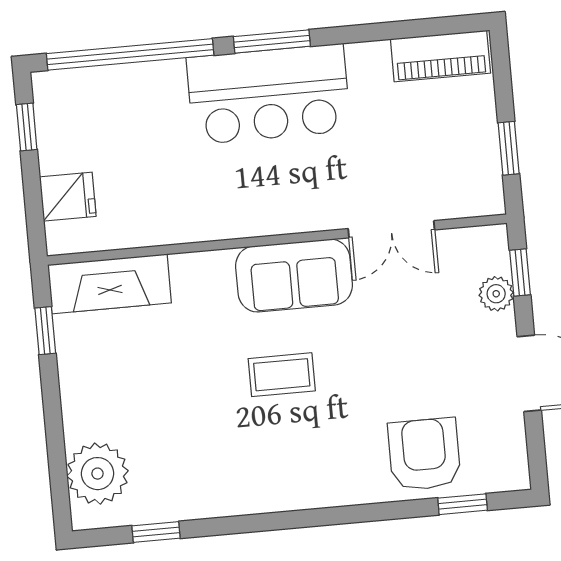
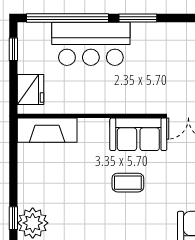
bar counter: (268, 94) -> (91, 44), moved
fridge: (68, 197) -> (31, 90), width x1.38
window: (45, 331) -> (13, 218), moved

